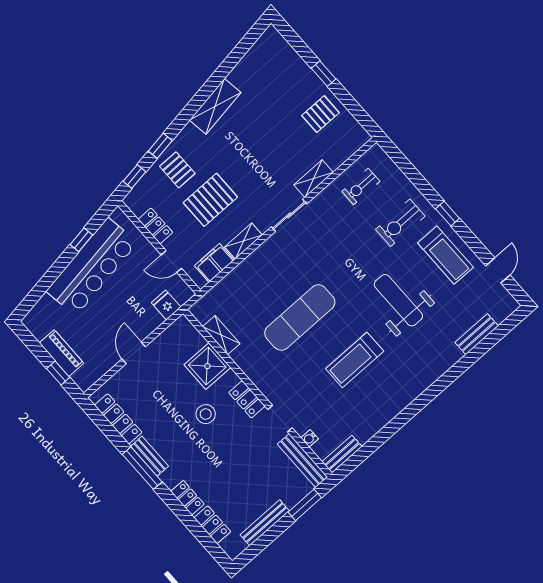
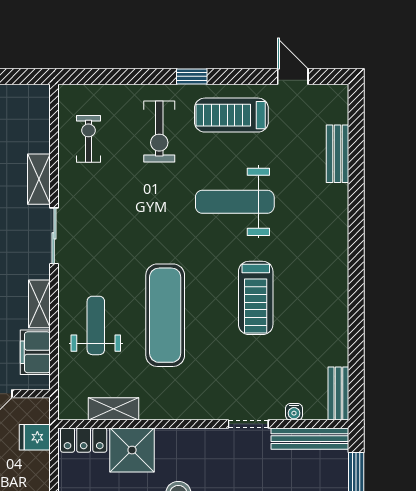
exercise bike: (361, 186) -> (88, 139), turned 180
treadmill: (446, 255) -> (231, 115), turned 180
weight bench: (259, 284) -> (96, 325), added
locker: (247, 399) -> (84, 440), moved

